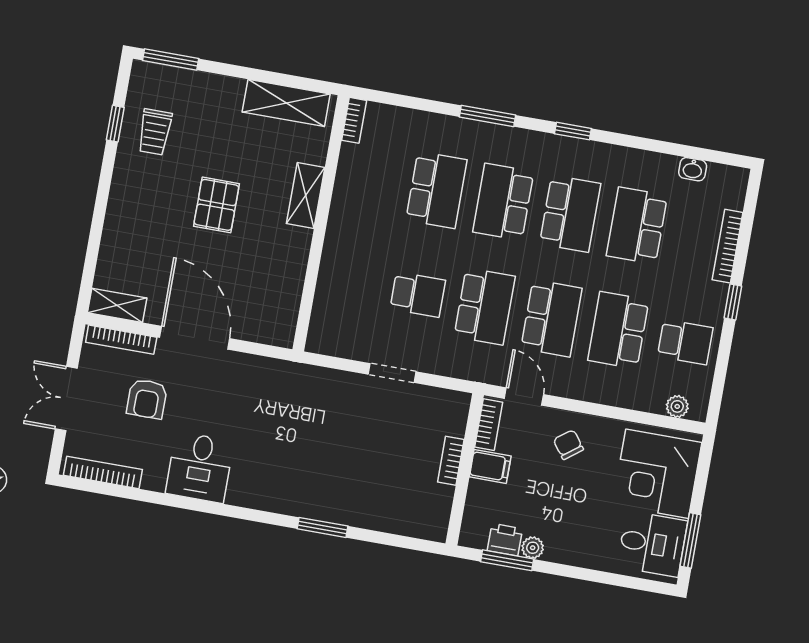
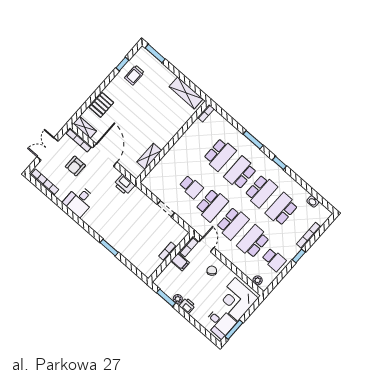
shelving: (306, 195) -> (149, 156), moved
pallet: (216, 205) -> (101, 105), moved
printer: (274, 375) -> (124, 185), added
printer: (505, 540) -> (187, 306), moved

